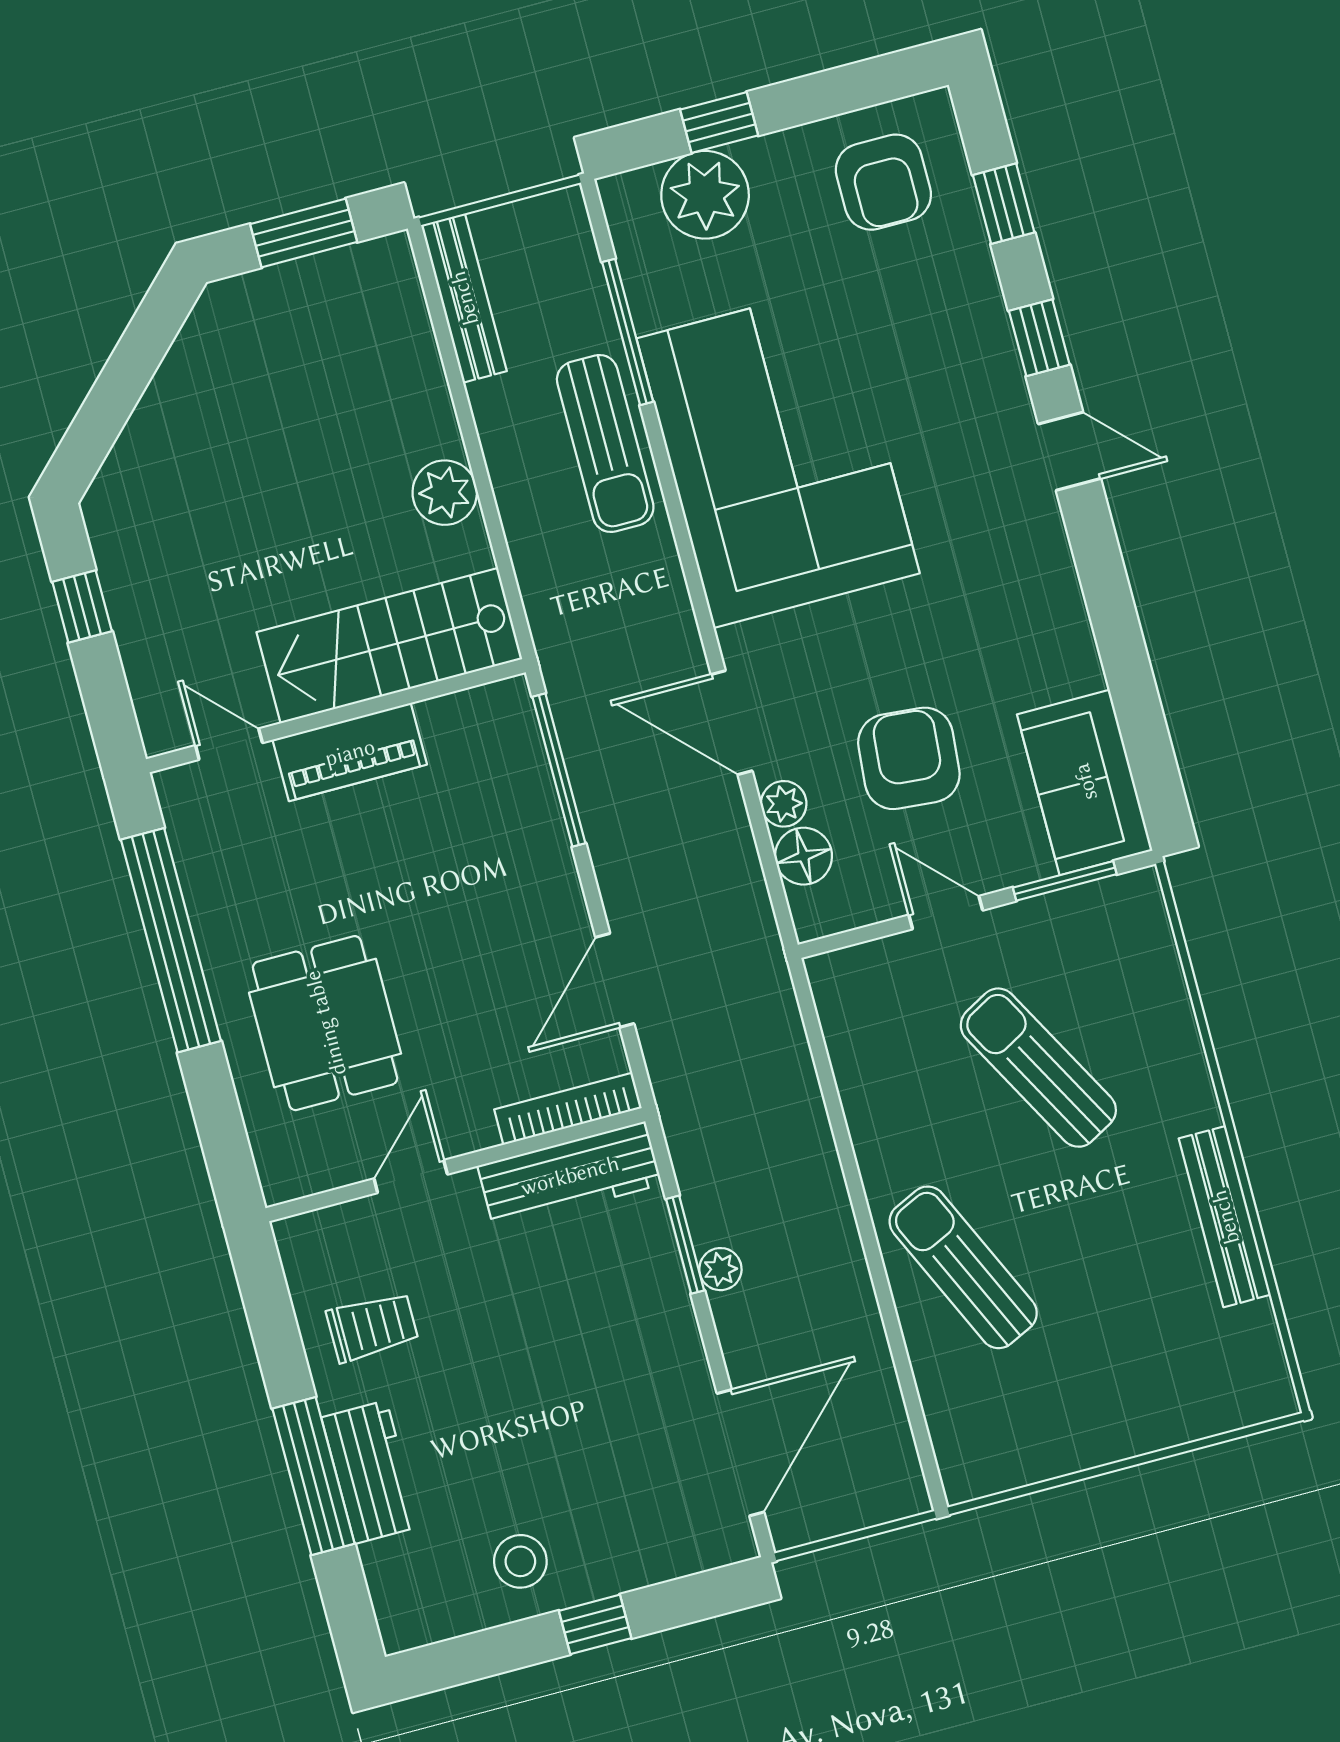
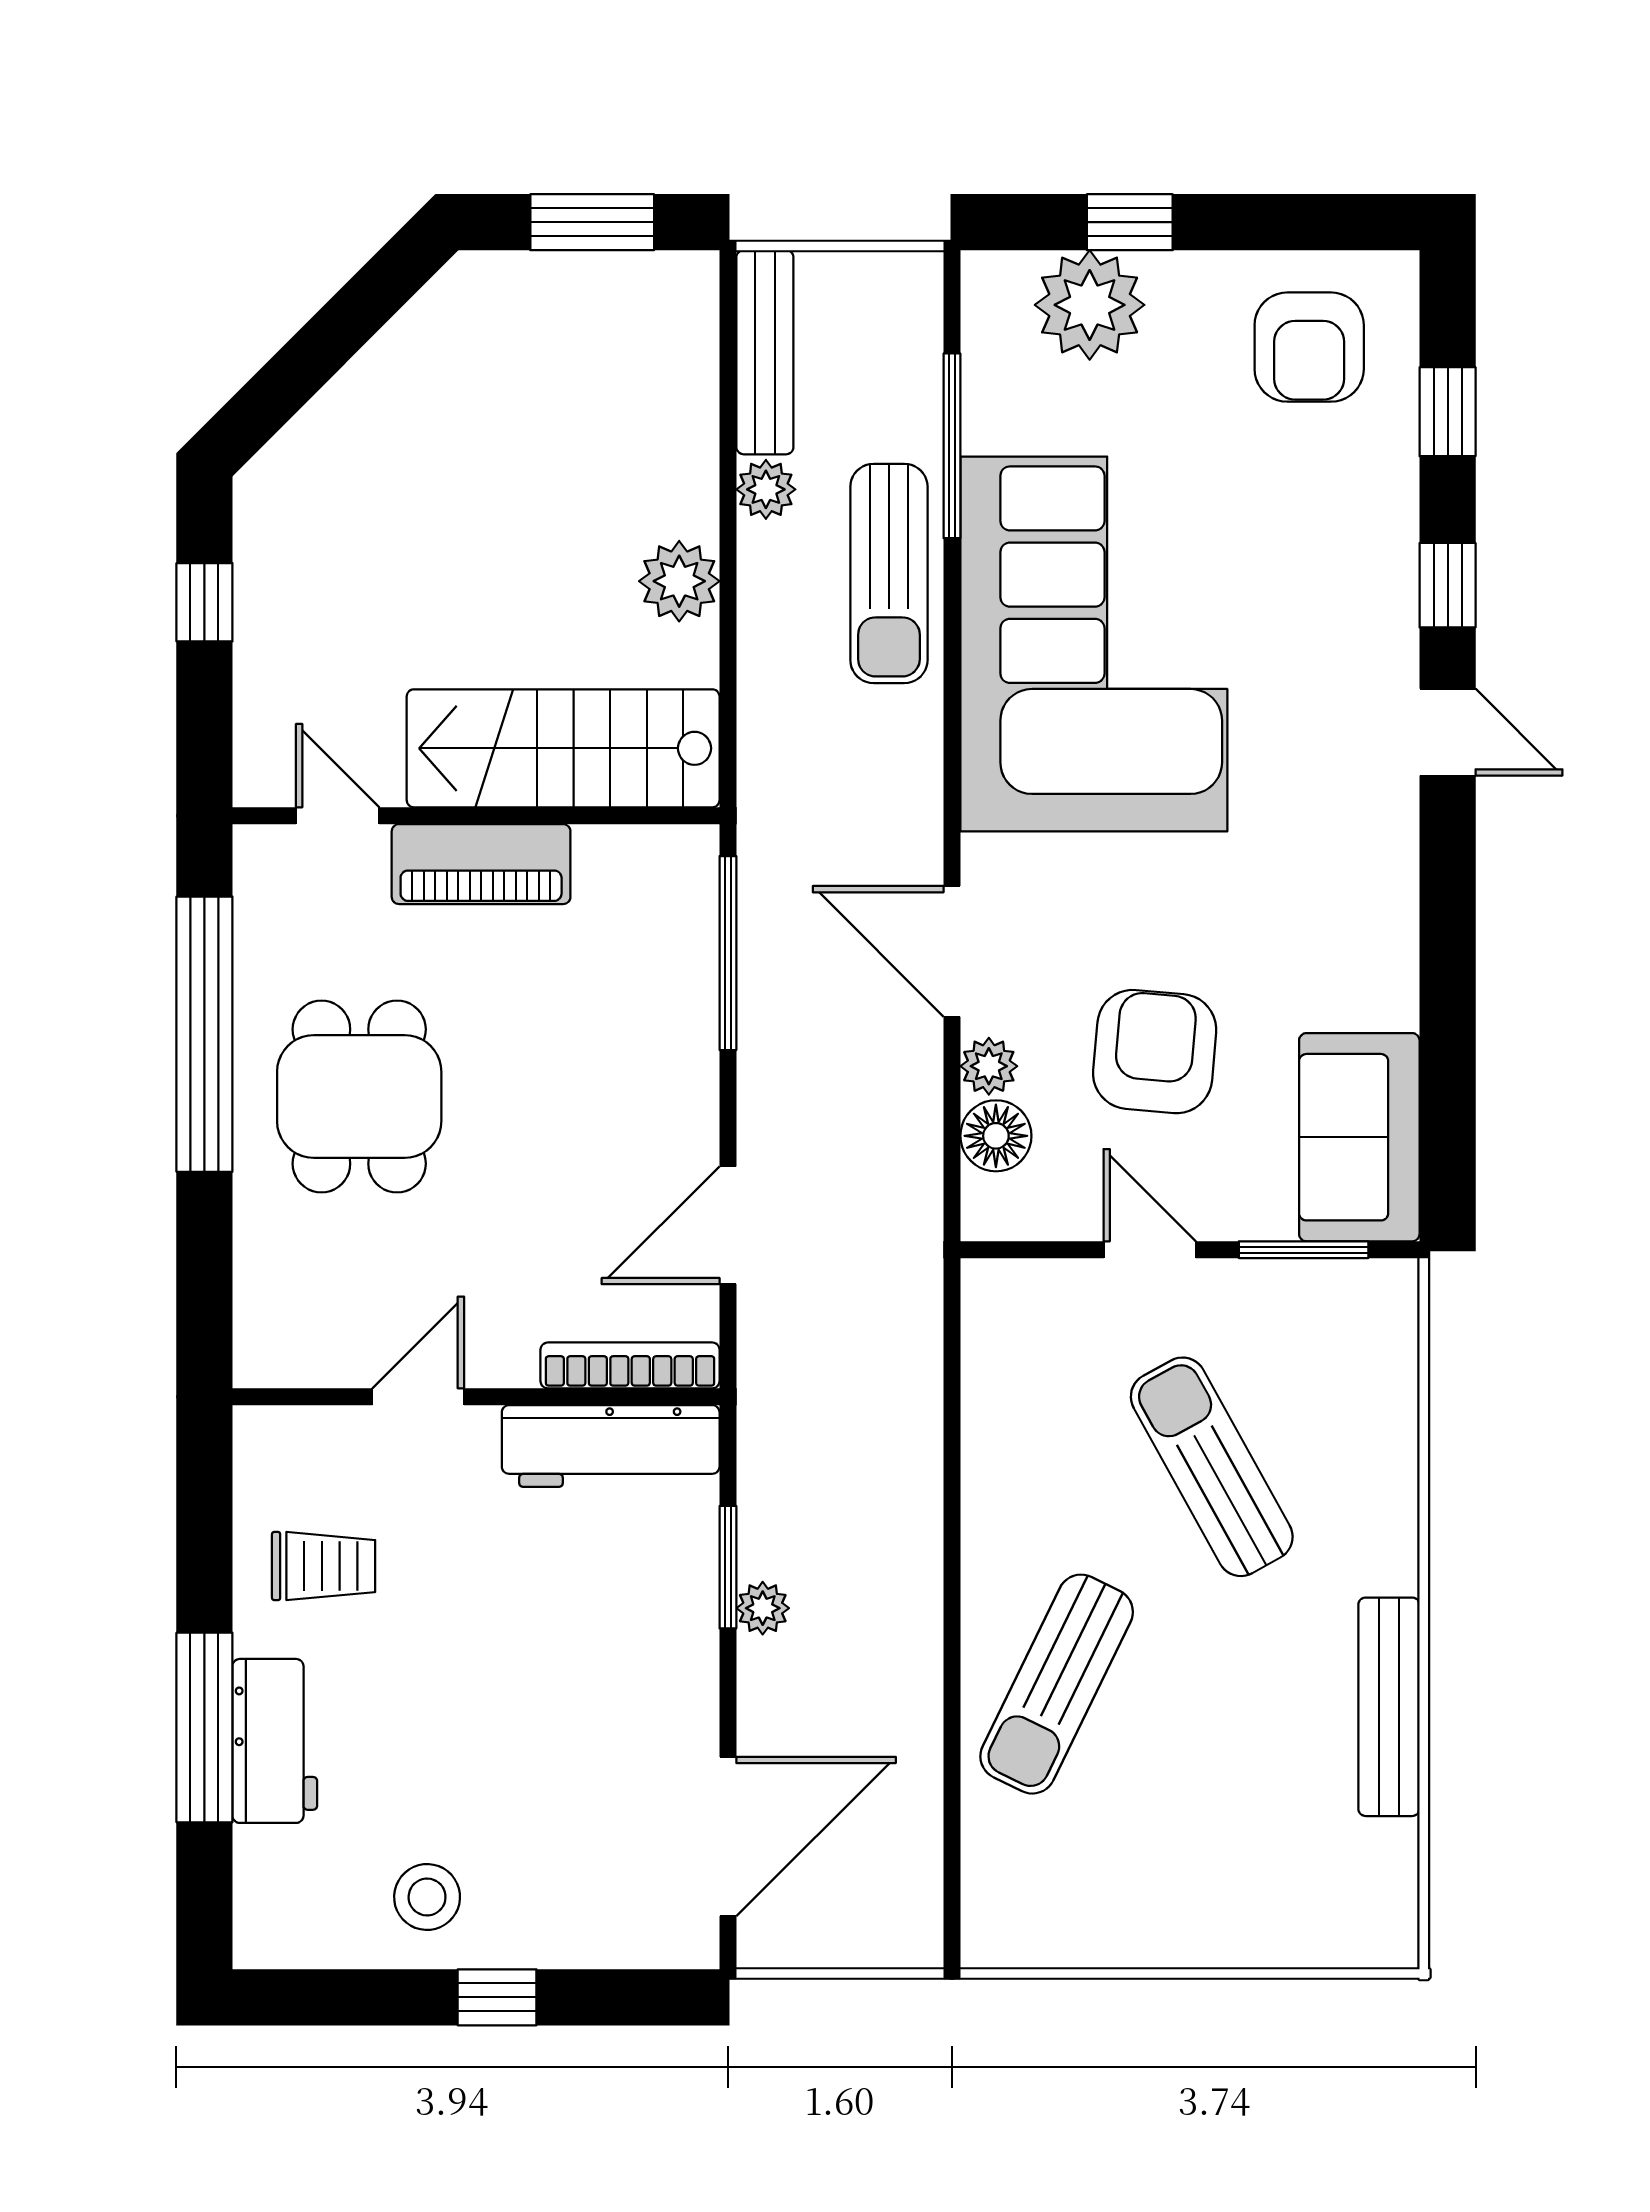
plant: (493, 404) -> (766, 489), added
dining table: (325, 1023) -> (359, 1096), moved
sun lounger: (963, 1267) -> (1057, 1684), turned -129

